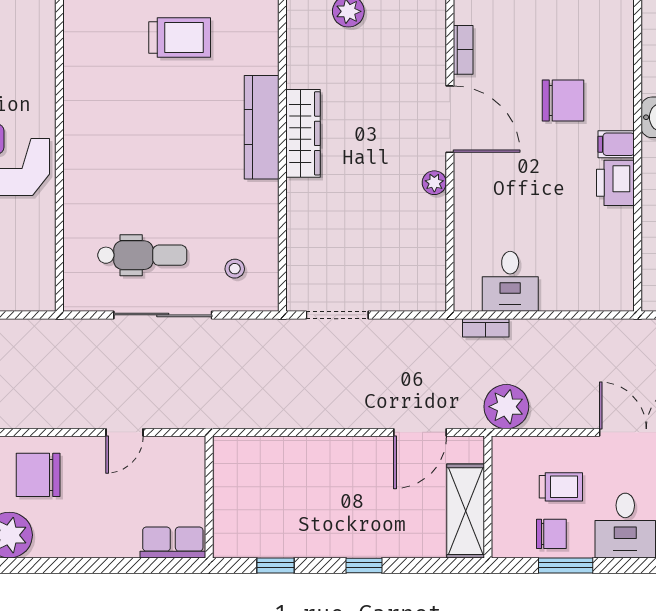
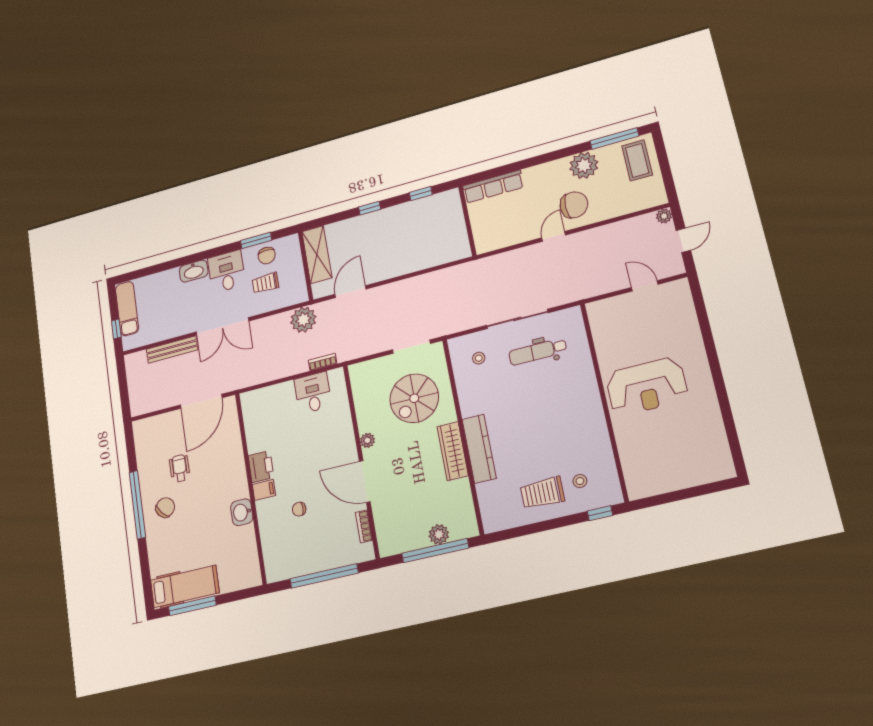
stool: (121, 42) -> (580, 481), added
chair: (563, 100) -> (299, 509), width x0.54, depth x0.54
spiral stairs: (348, 231) -> (414, 398), added
door: (125, 432) -> (554, 236), moved
chair: (551, 534) -> (267, 256), turned -90
row of seats: (173, 542) -> (493, 187), width x1.48

